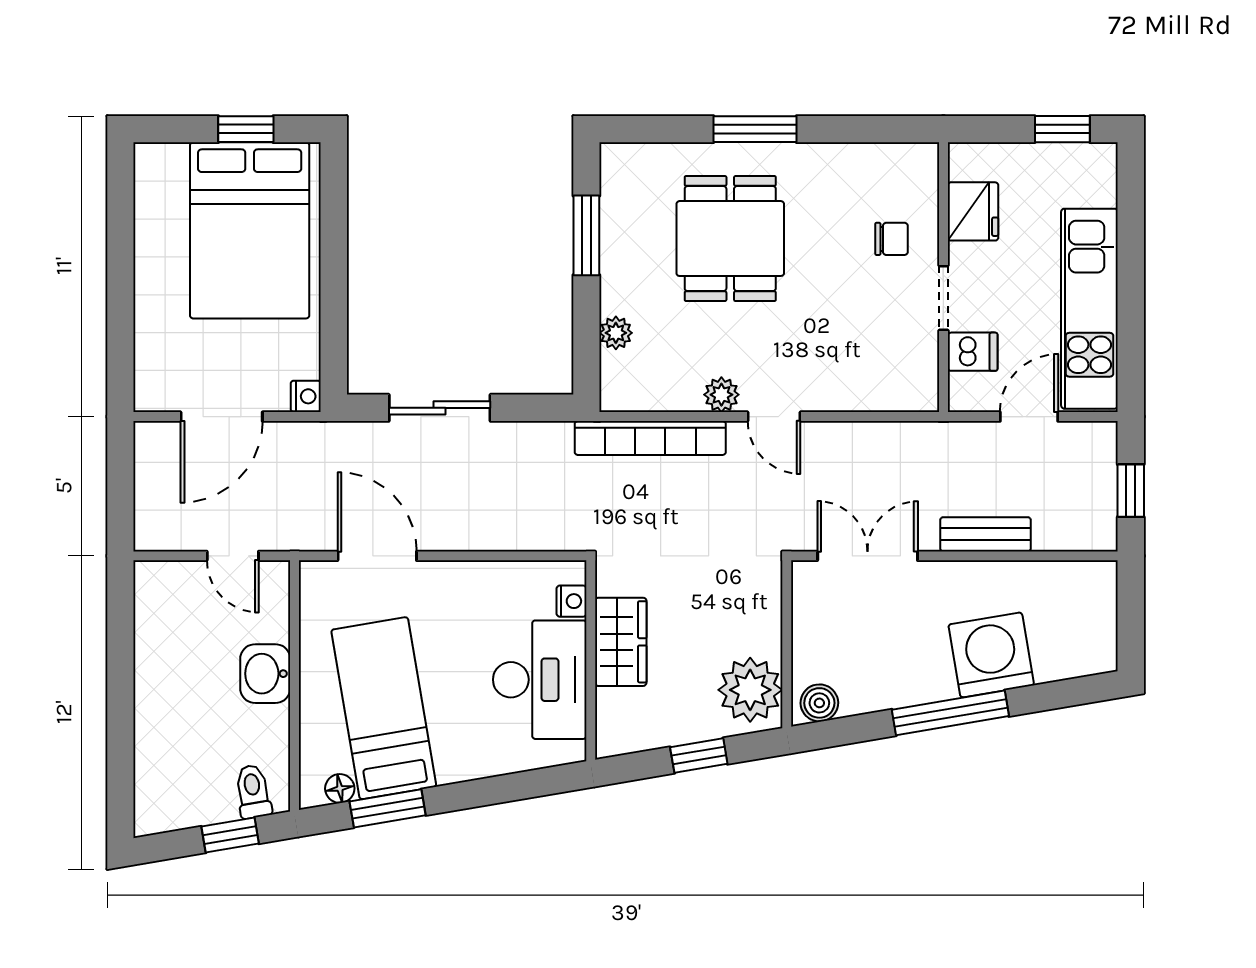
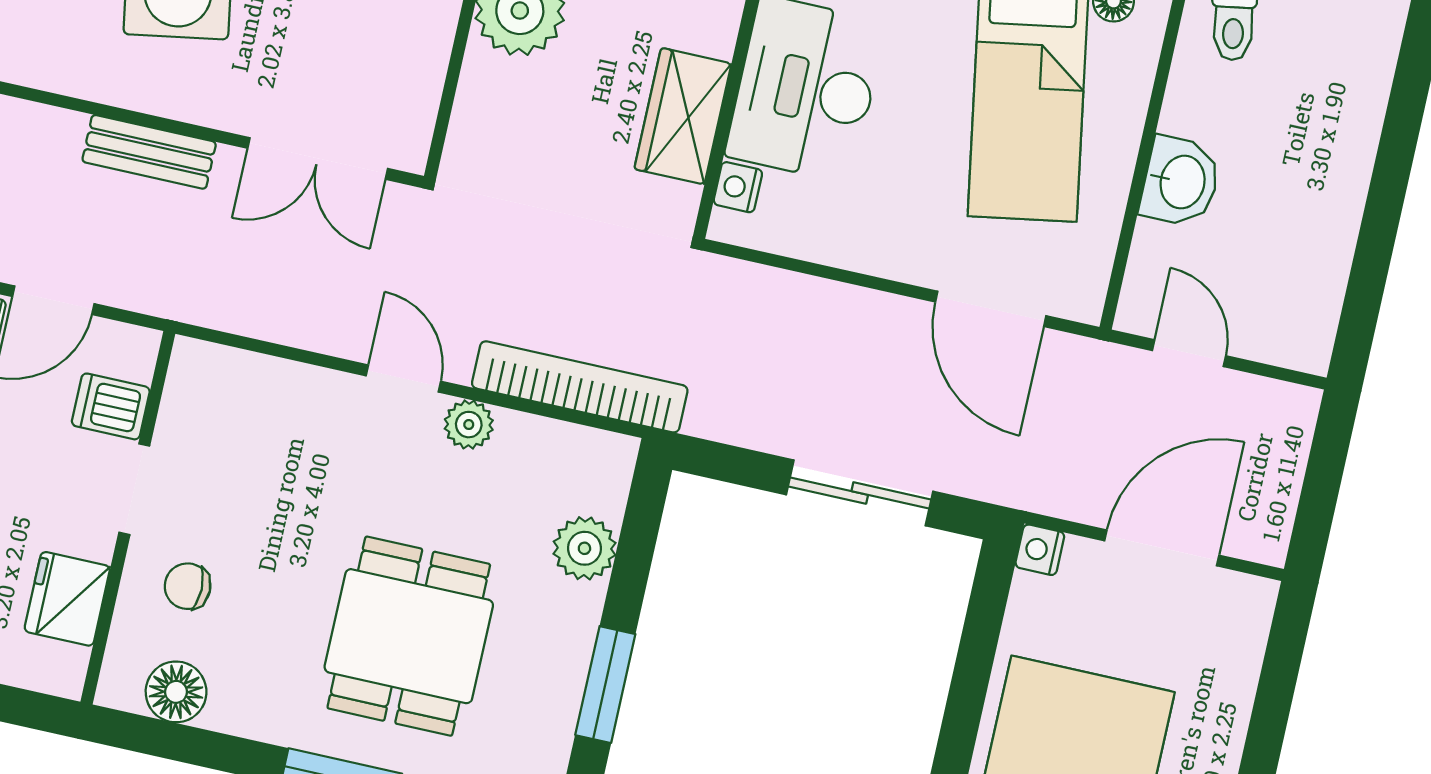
floor lamp: (883, 164) -> (176, 692), added
plant: (616, 333) -> (584, 548), width x1.38, depth x1.38

